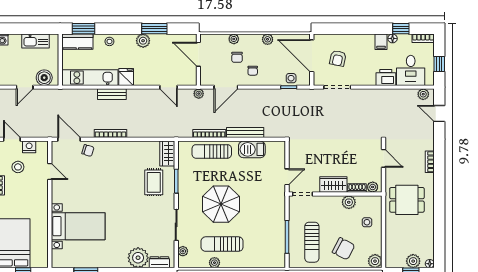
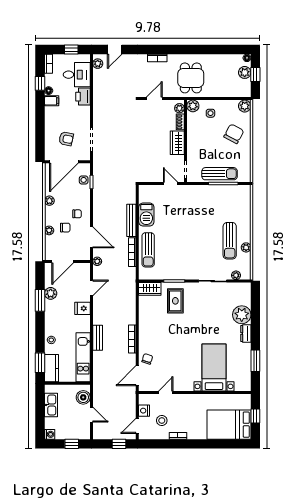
plant: (143, 41) -> (51, 293), moved
fridge: (126, 77) -> (82, 308), moved
rug: (154, 182) -> (175, 301), turned 90
plant: (349, 202) -> (193, 106), moved
parasol: (221, 204) -> (195, 242), removed
sun lounger: (312, 242) -> (220, 174), moved
dresser: (159, 262) -> (246, 334), moved

